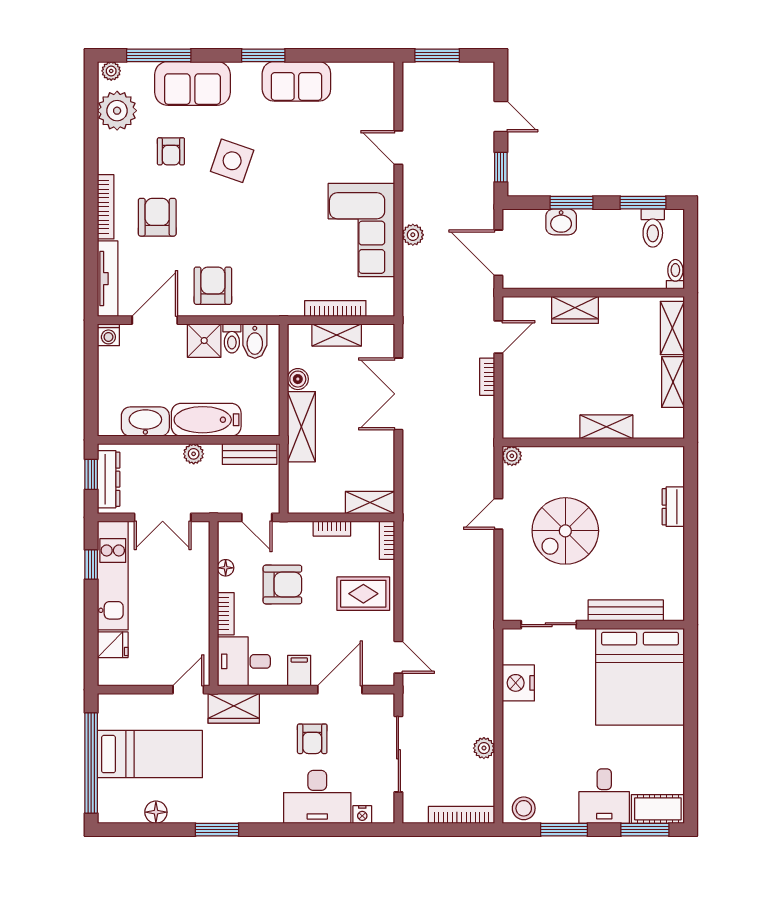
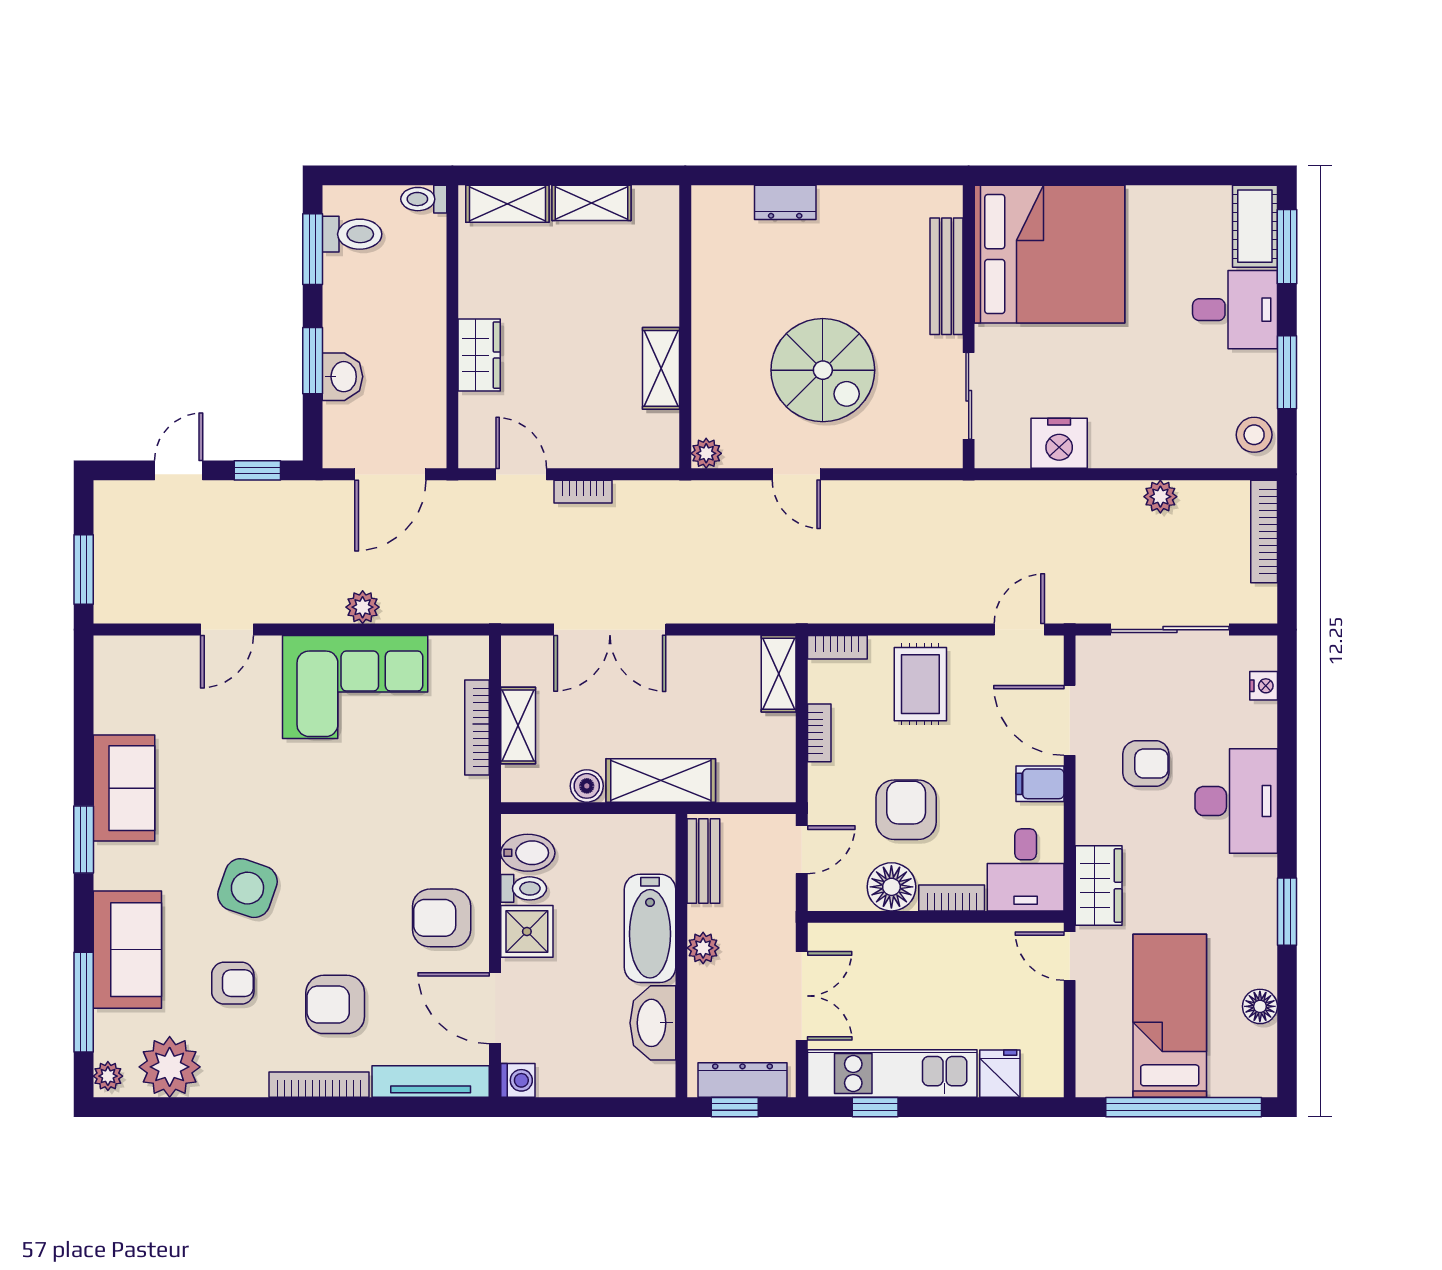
shelving: (606, 427) -> (661, 368), moved
floor lamp: (226, 568) -> (891, 887), width x1.89, depth x1.89
desk: (317, 797) -> (1236, 801), moved

